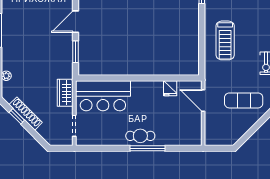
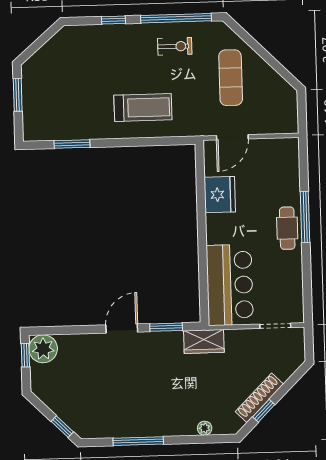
door: (76, 22) -> (122, 328), swing flipped
fridge: (170, 88) -> (220, 195), width x1.88, depth x1.34
wardrobe: (65, 93) -> (204, 341), moved

